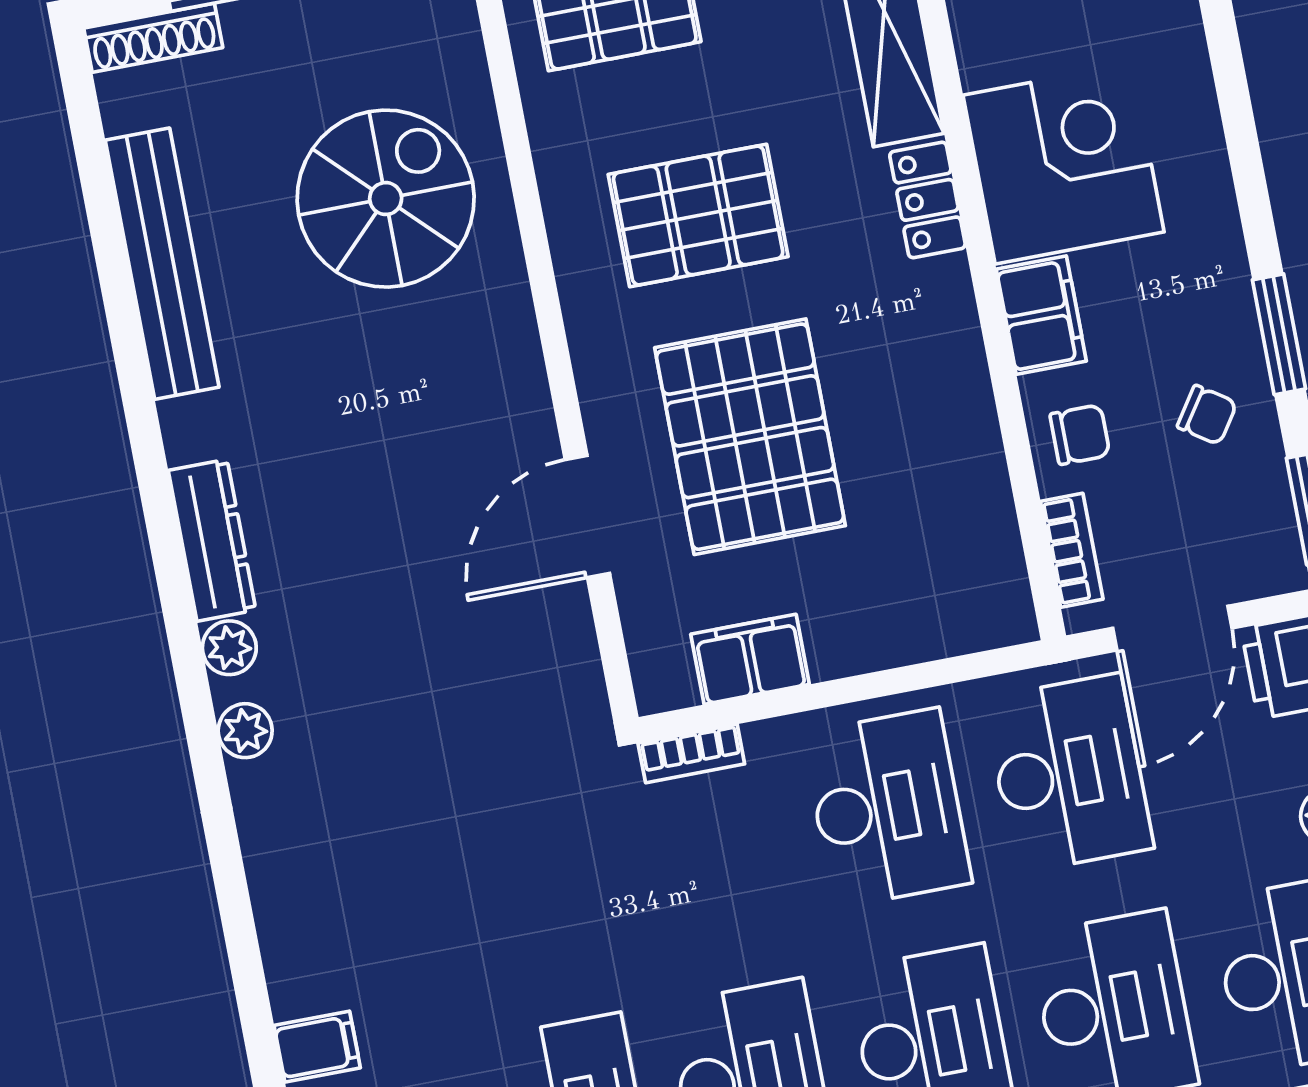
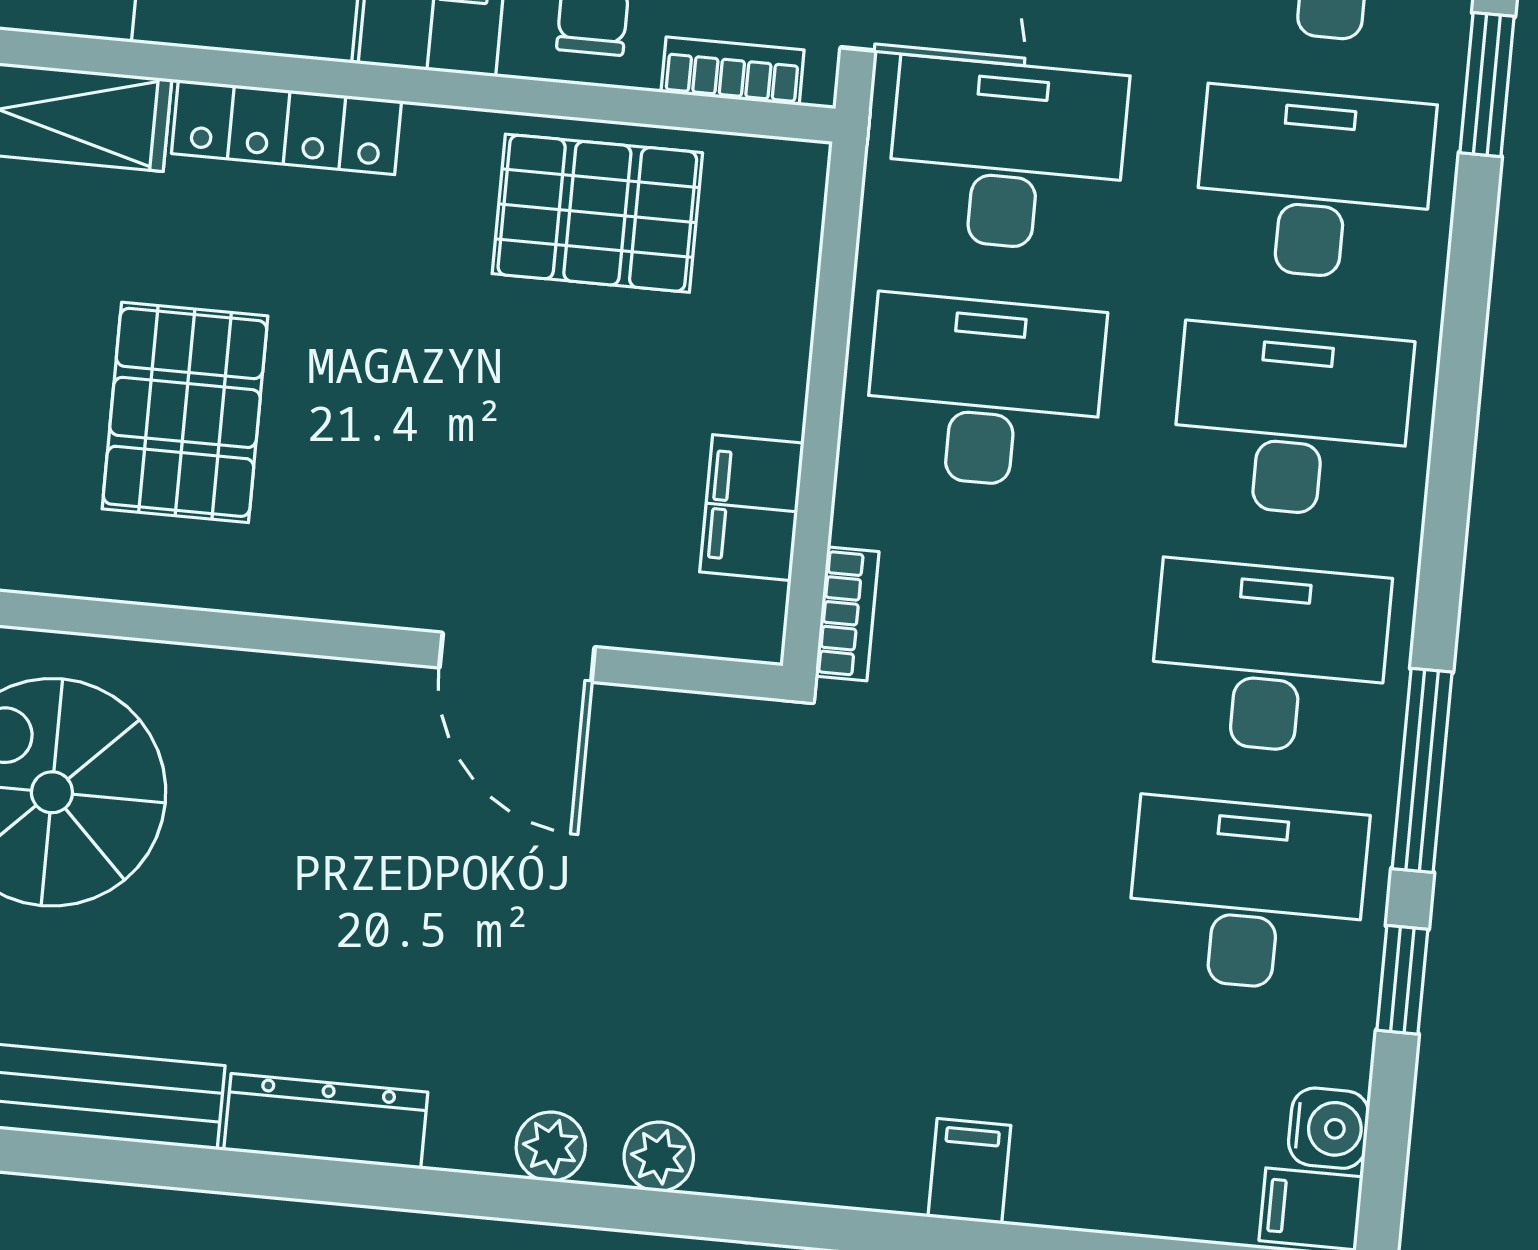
locker: (928, 200) -> (287, 127), width x1.53
pallet: (750, 437) -> (597, 213), moved, width x0.73, depth x0.71
dresser: (212, 540) -> (326, 1121), moved
filing cabinet: (317, 1047) -> (969, 1171), moved

